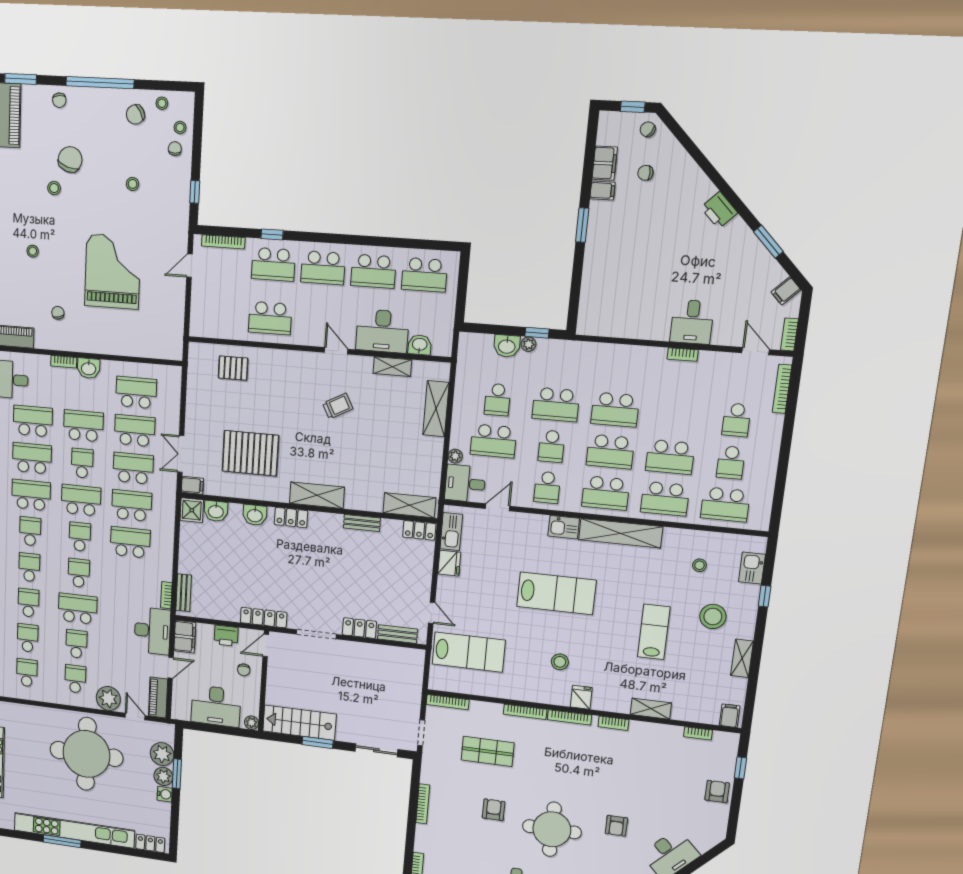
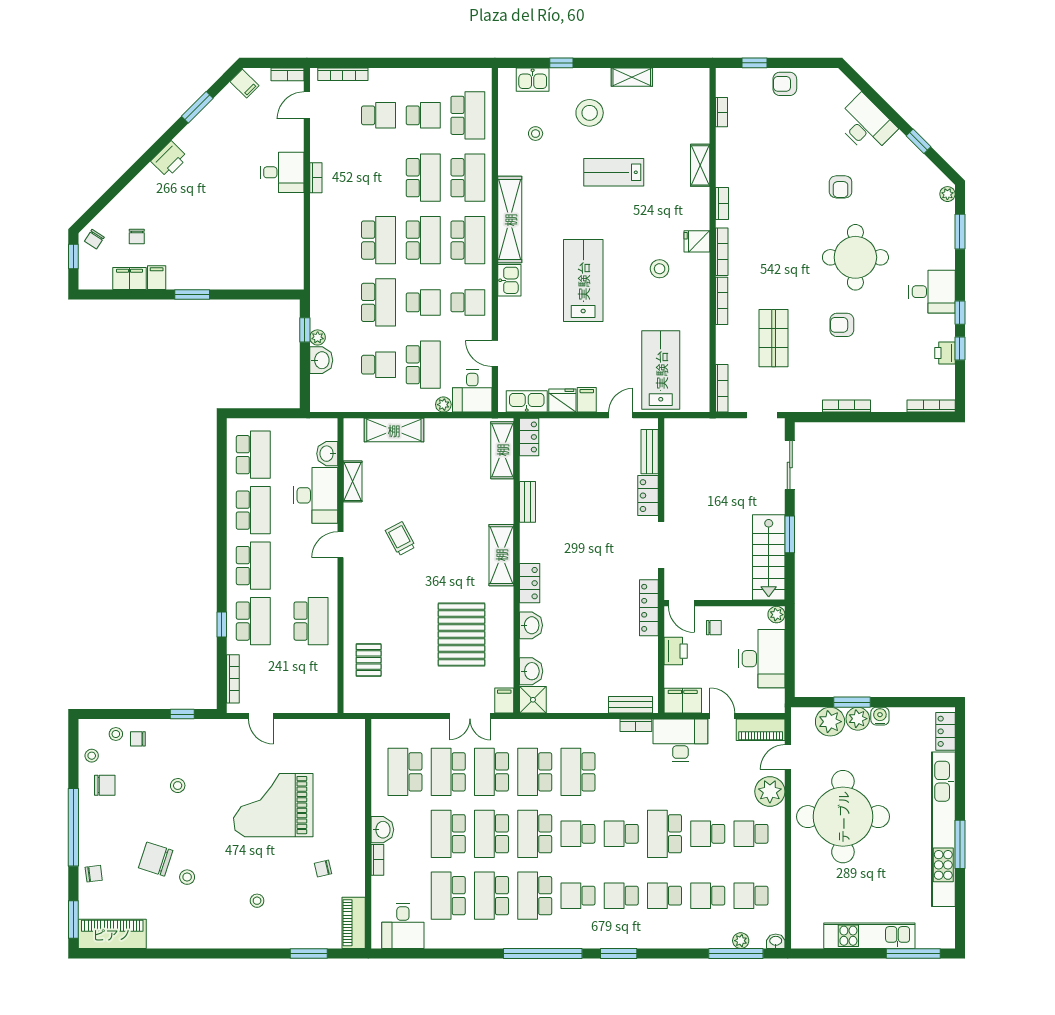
chair: (135, 114) -> (105, 785), turned -59
school desk: (82, 463) -> (492, 834), width x1.85
filing cabinet: (730, 716) -> (587, 400), moved, turned 90
armchair: (616, 826) -> (841, 187), turned 90

